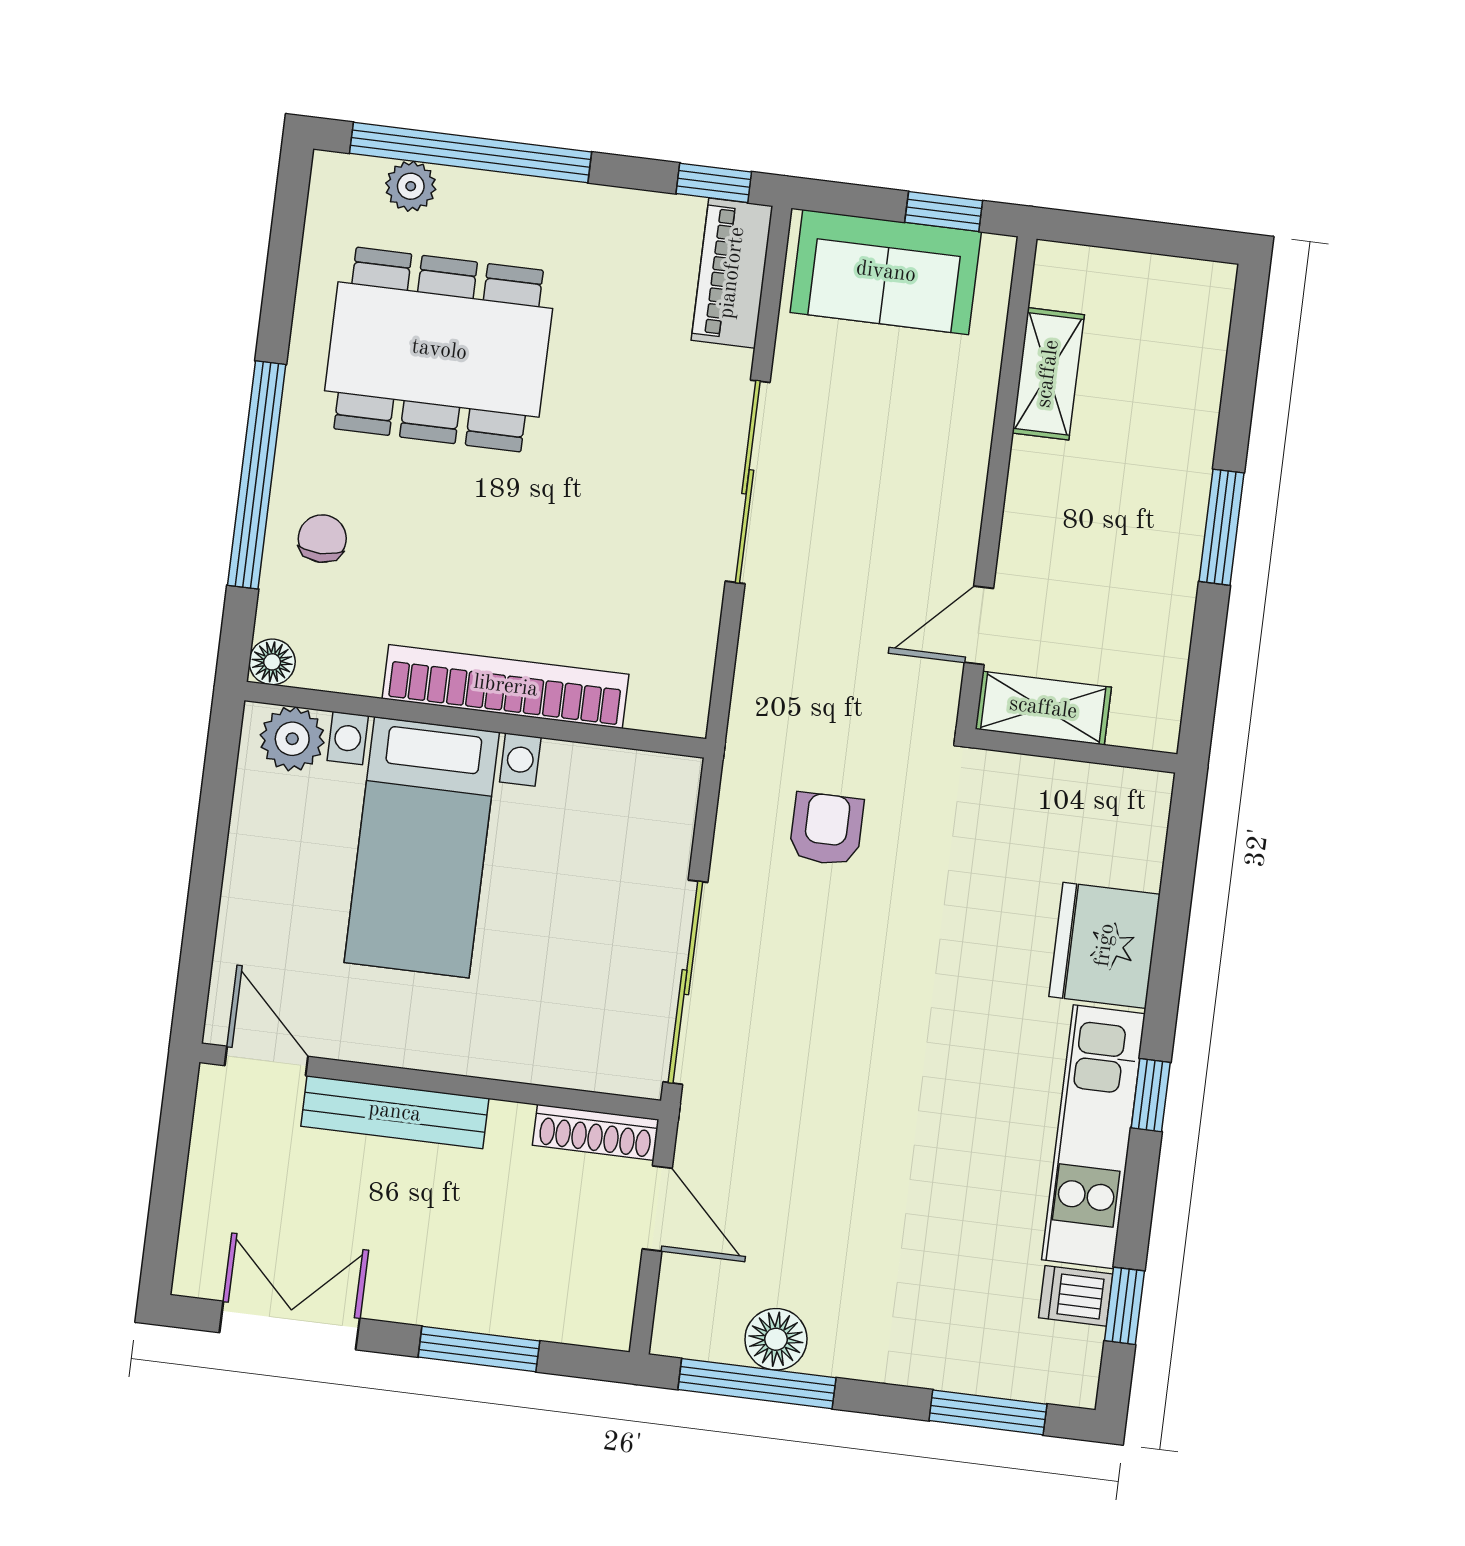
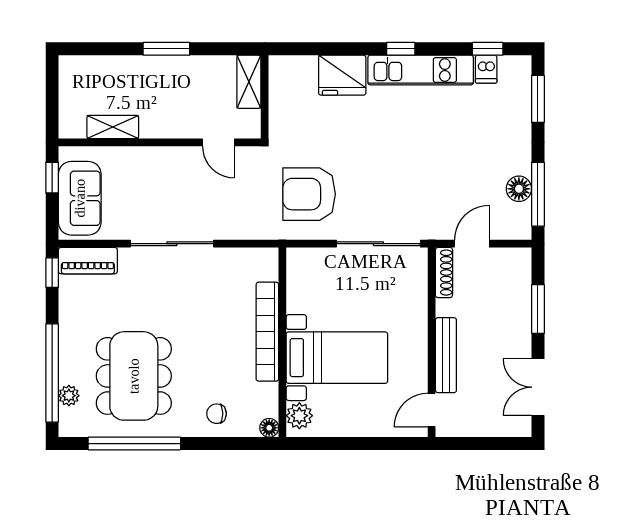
window: (257, 475) -> (134, 444), moved
shelving: (1043, 708) -> (249, 82), moved
armchair: (826, 829) -> (309, 194), width x1.88, depth x1.88

